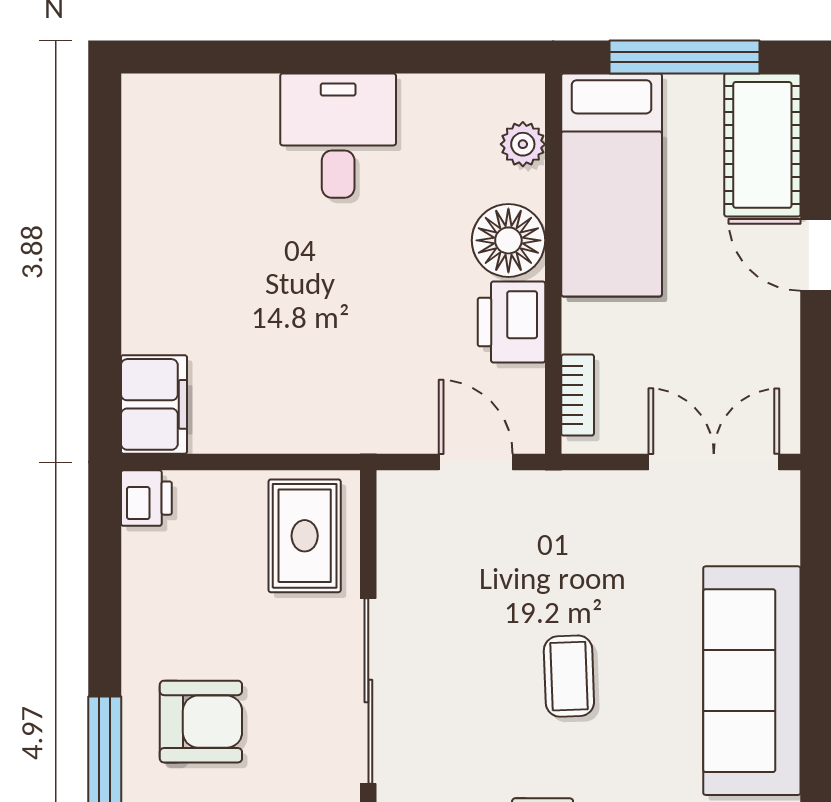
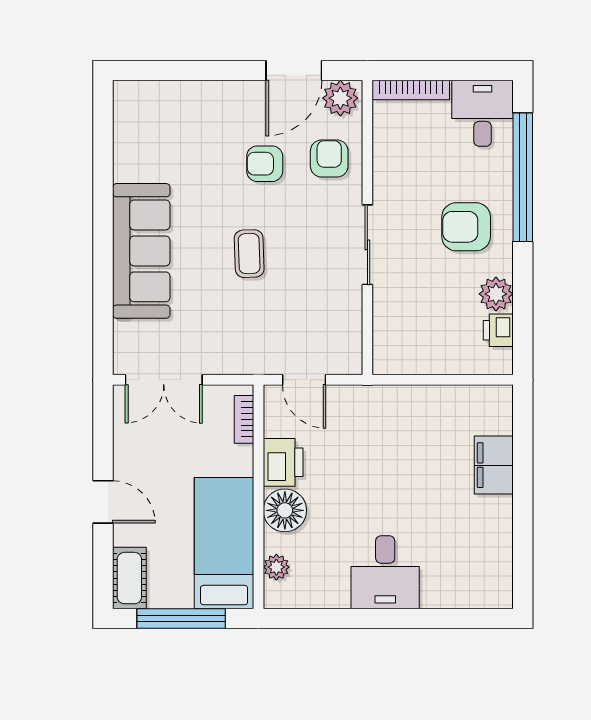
cot: (762, 145) -> (129, 578), width x0.73, depth x0.75
filing cabinet: (154, 404) -> (494, 465), moved
printer: (146, 498) -> (498, 330), moved
rug: (305, 536) -> (405, 336), removed
plant: (150, 608) -> (496, 294), added
sliding door: (368, 691) -> (367, 245), width x0.73

